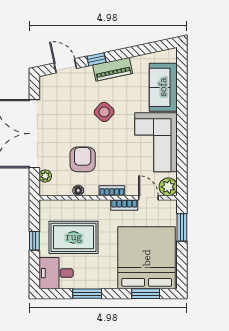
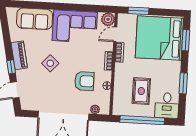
armchair: (83, 159) -> (84, 81), turned 180
rug: (74, 237) -> (141, 91), width x0.73, depth x0.70
window: (34, 241) -> (142, 120), width x3.17

